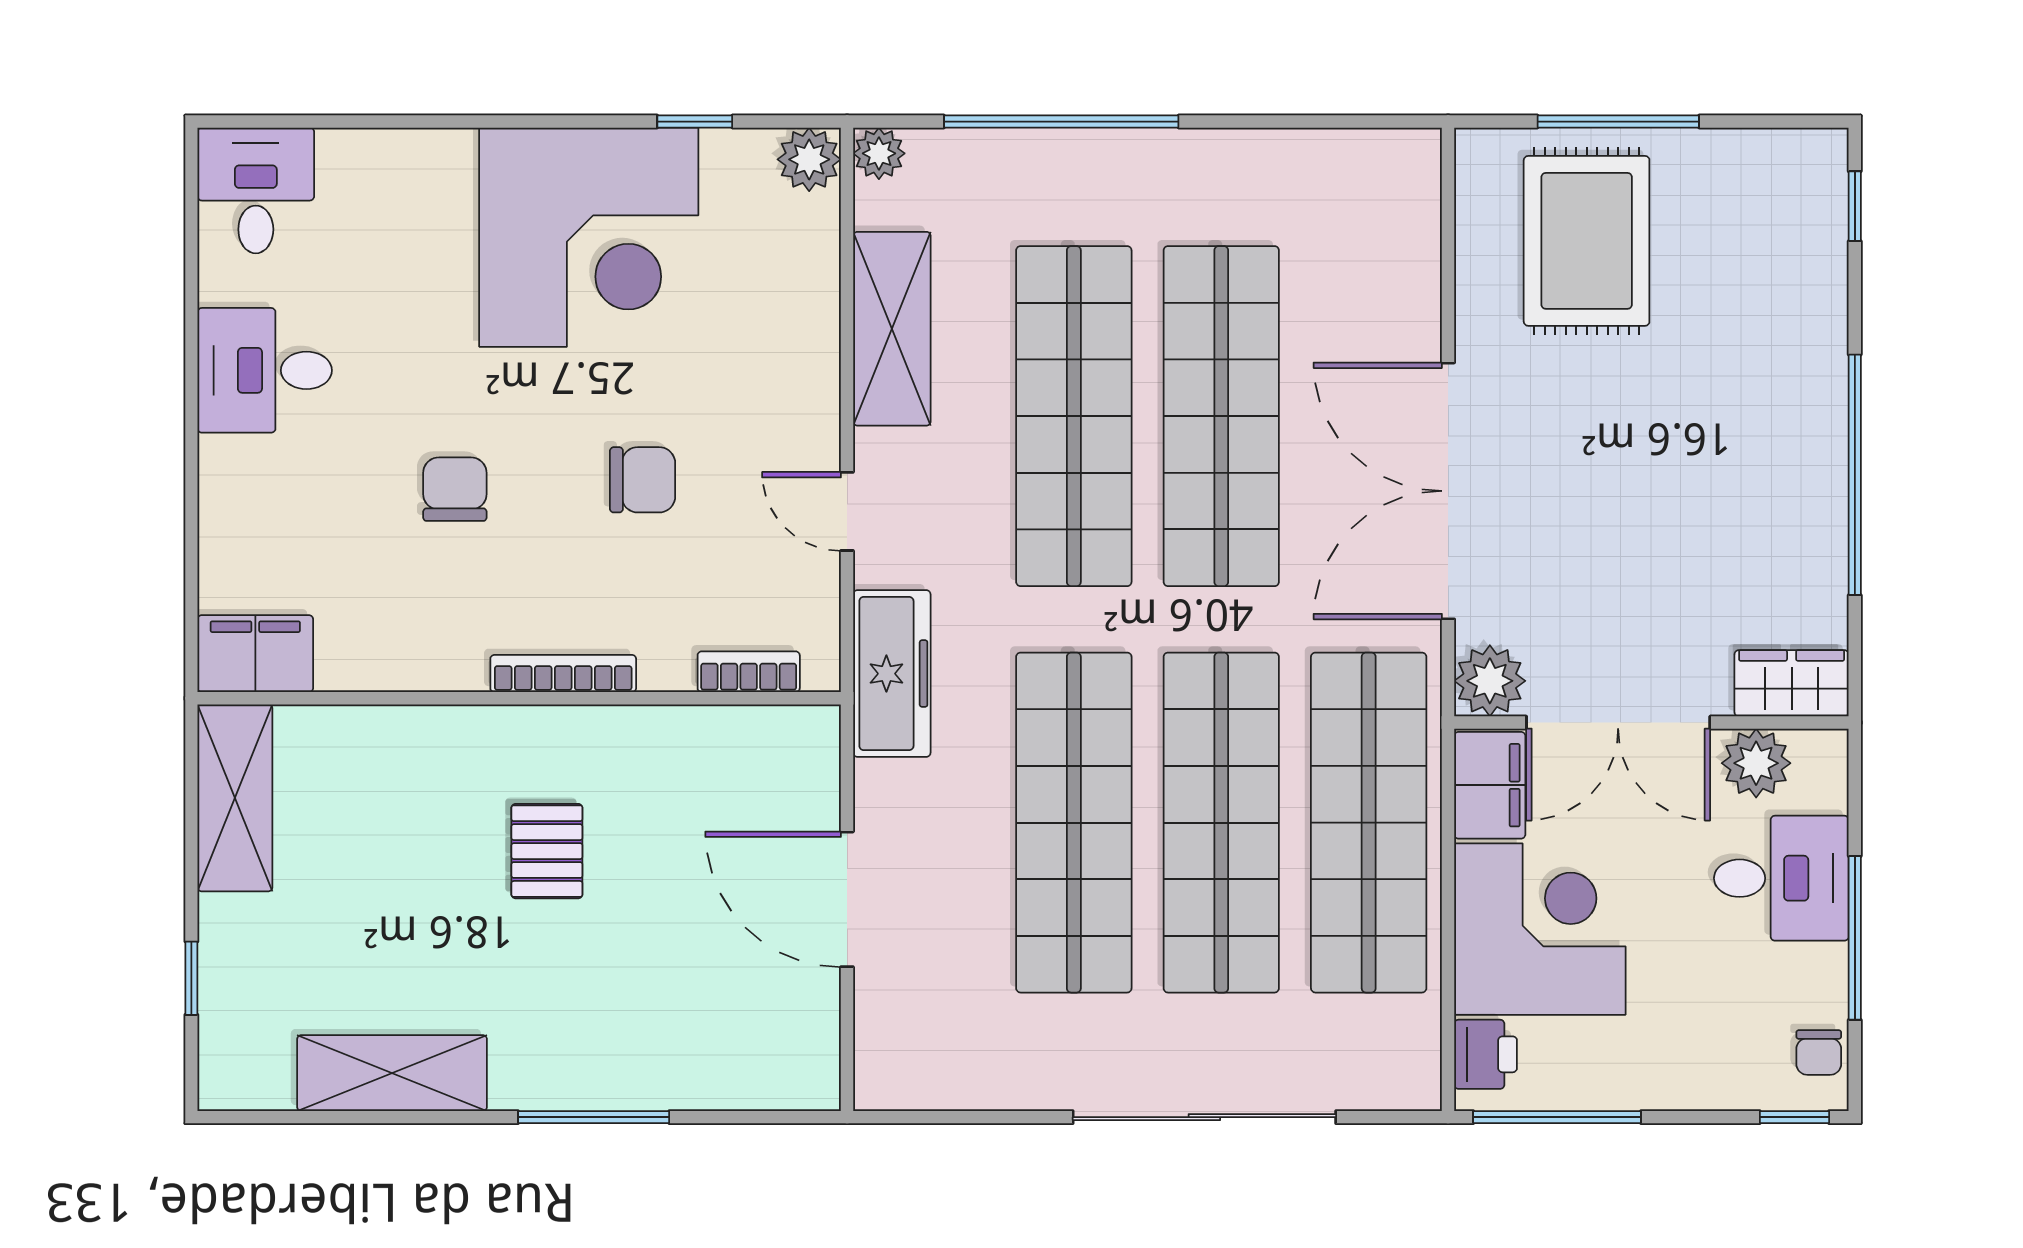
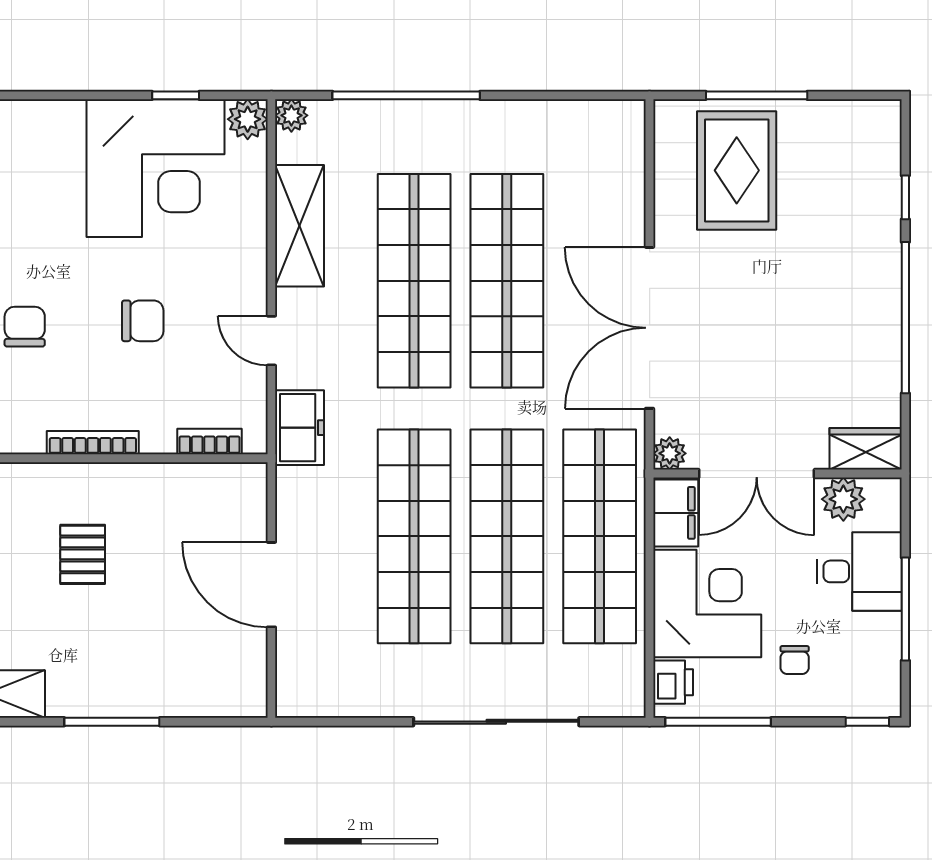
window: (1855, 206) -> (905, 197), moved
corner desk: (589, 237) -> (156, 168), moved
freezer: (892, 674) -> (300, 428), width x0.71
plant: (1490, 681) -> (670, 453), width x0.73, depth x0.73
chair: (1819, 1052) -> (795, 660), moved

